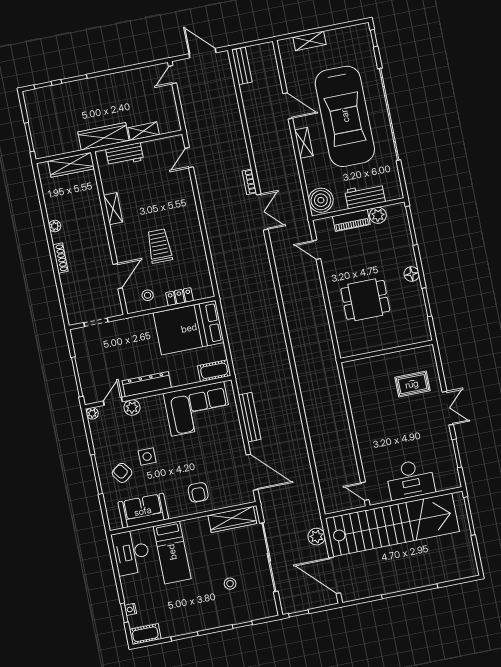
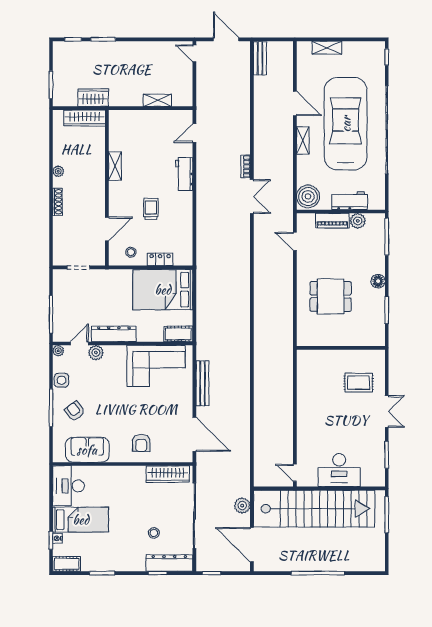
door: (172, 75) -> (194, 54), hinge flipped
car: (345, 116) -> (346, 124), turned 180
wardrobe: (103, 136) -> (93, 98), moved, width x0.67
workbench: (125, 155) -> (184, 174), moved, turned 90
trolley: (159, 246) -> (151, 209), width x0.73, depth x0.72
side table: (147, 457) -> (61, 380), moved
bed: (172, 552) -> (81, 520), moved, turned -90
dresser: (253, 612) -> (169, 563), added

